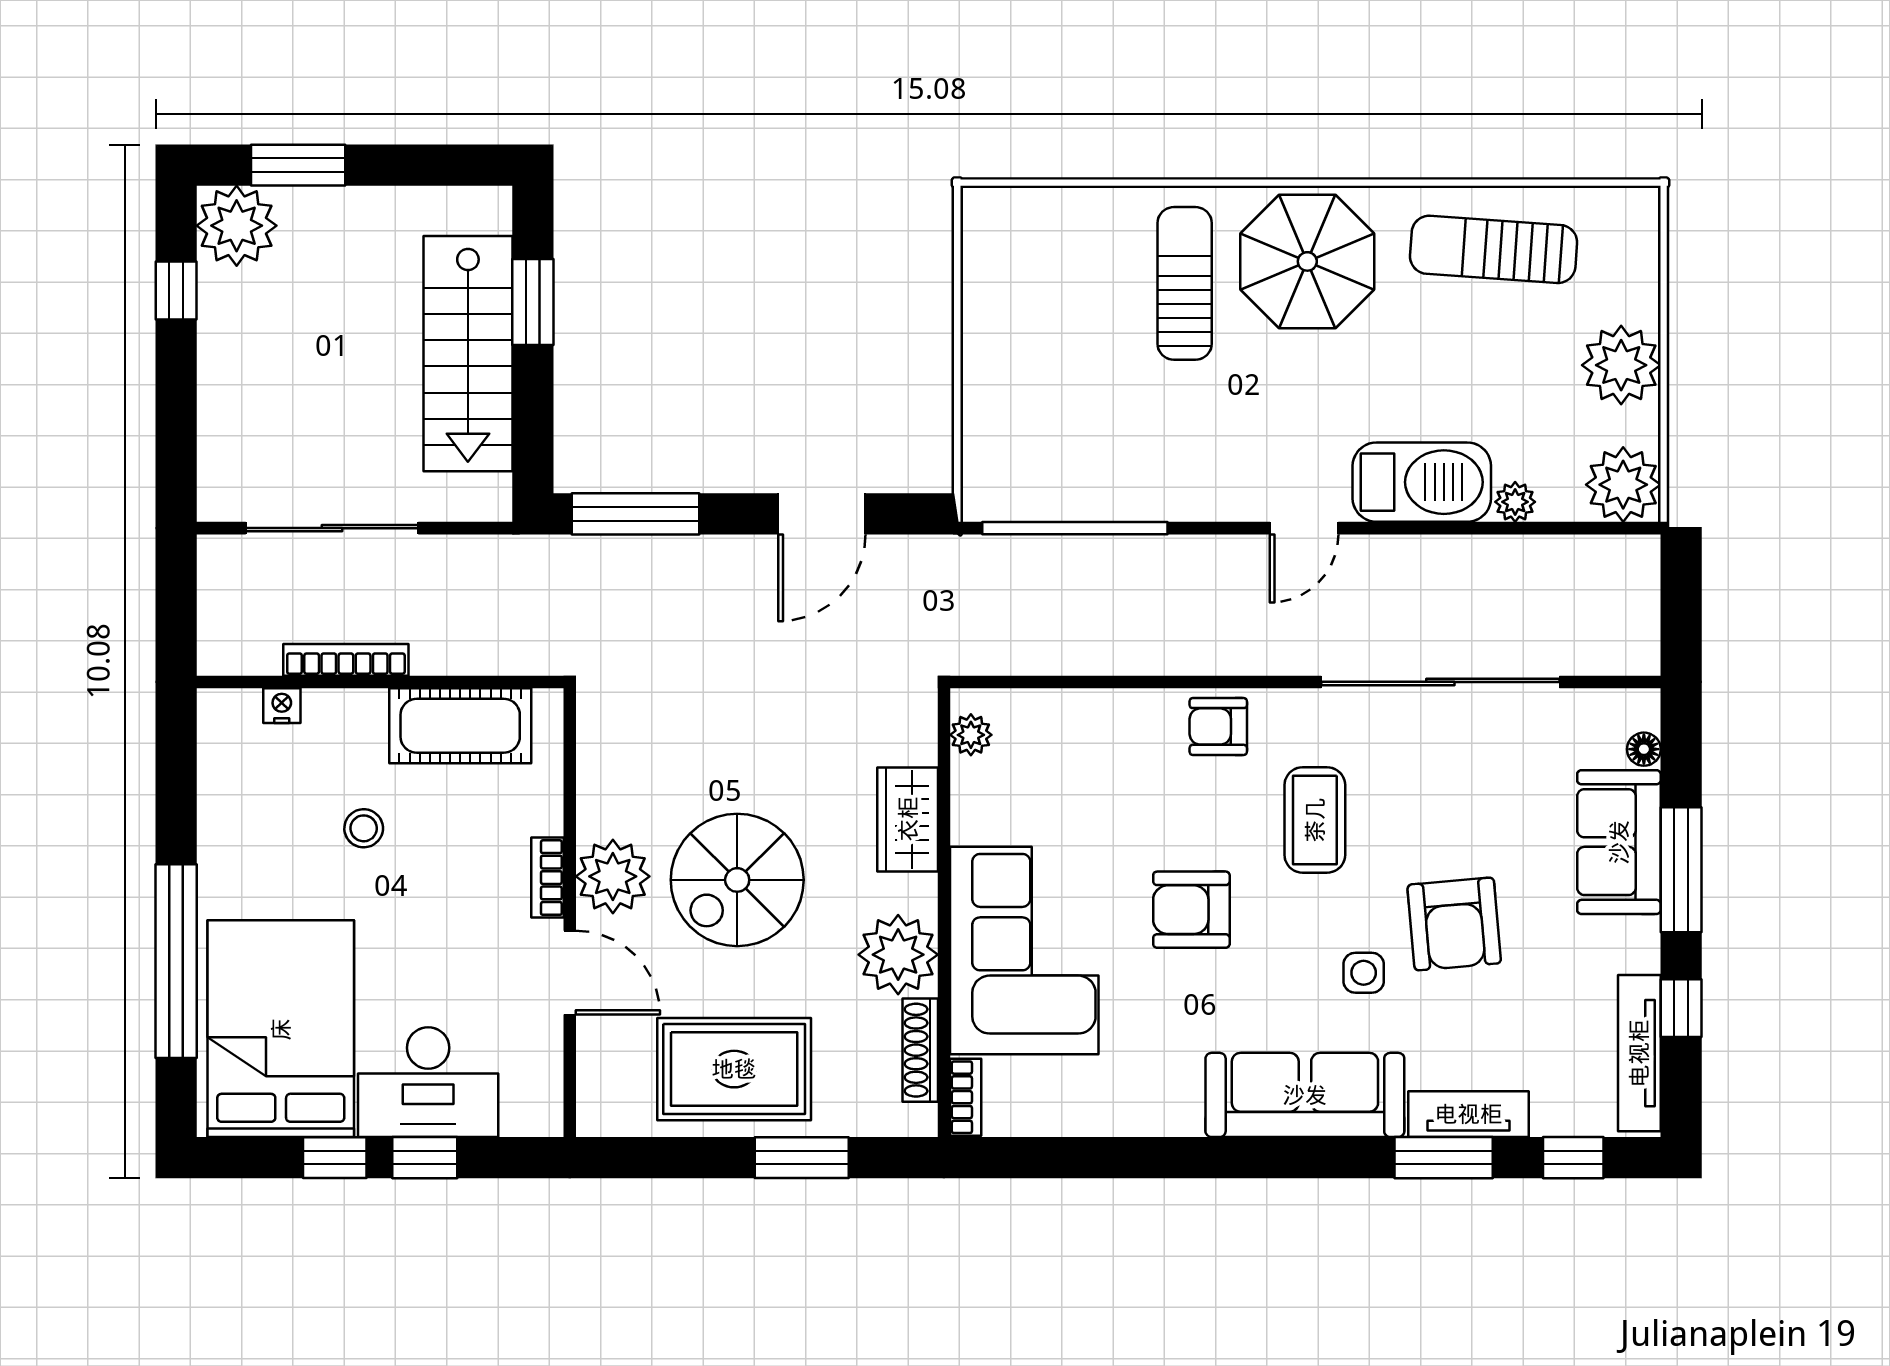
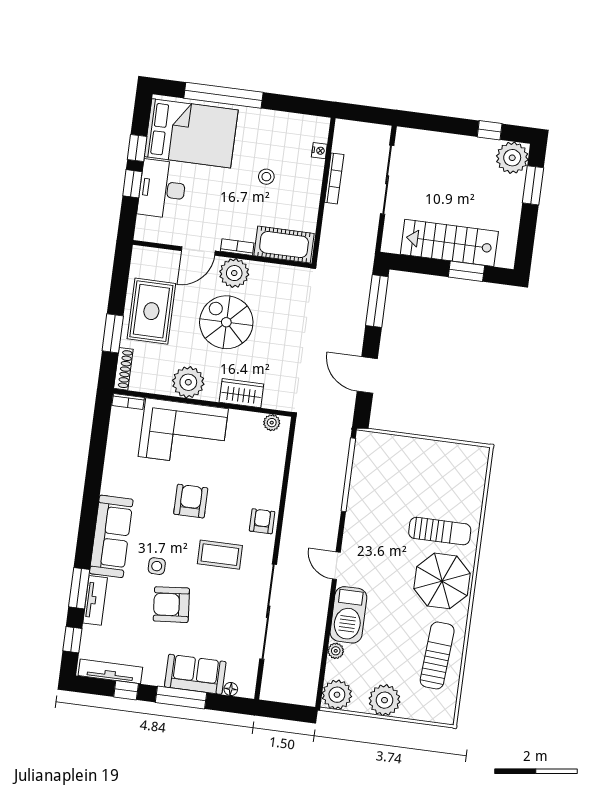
cot: (460, 726) -> (284, 245), moved, turned 90
shoe rack: (920, 1050) -> (123, 369), moved, turned 90

